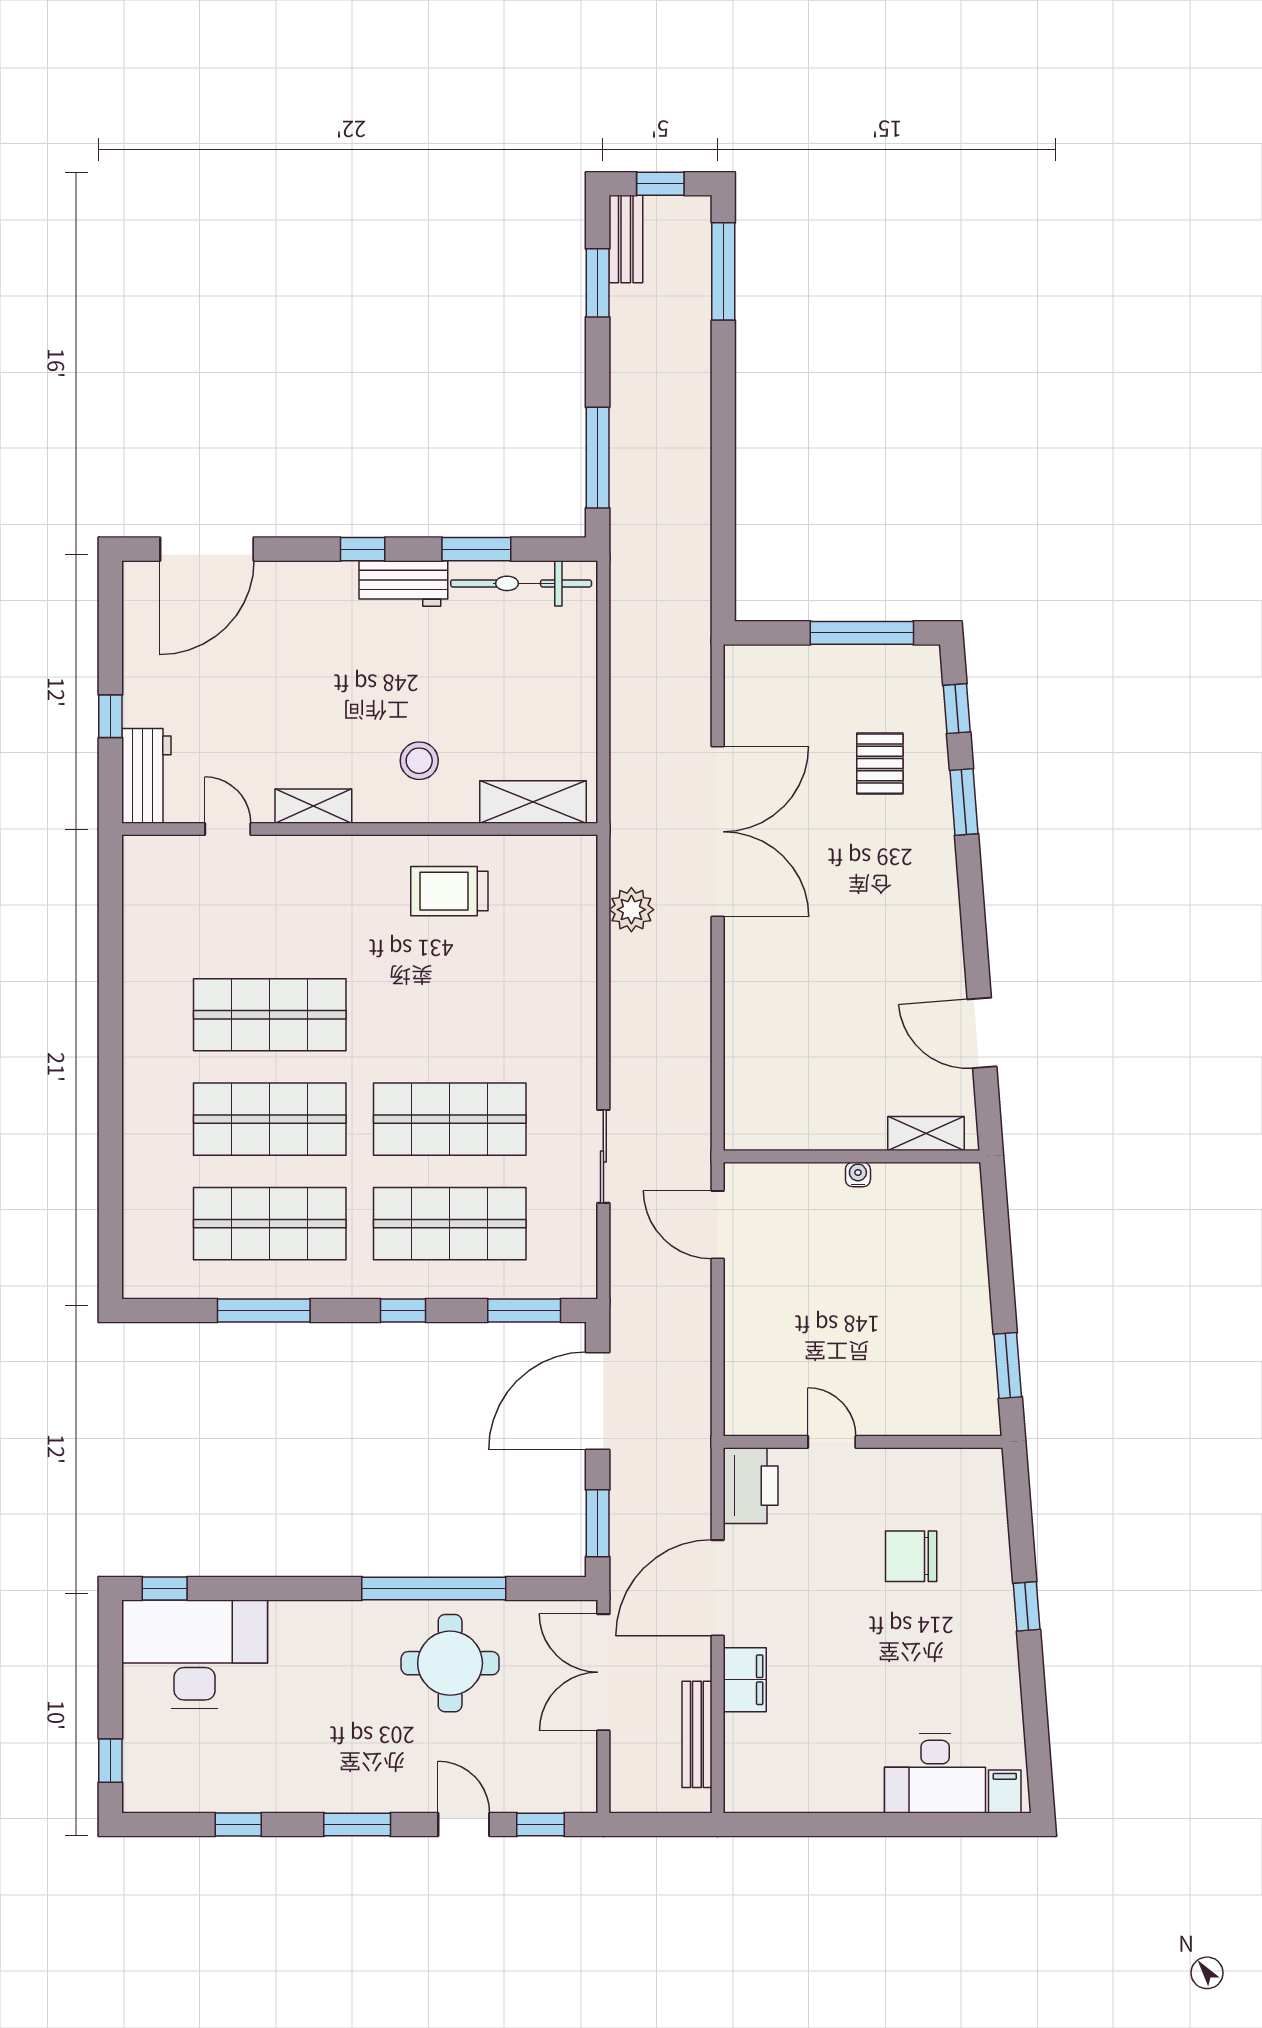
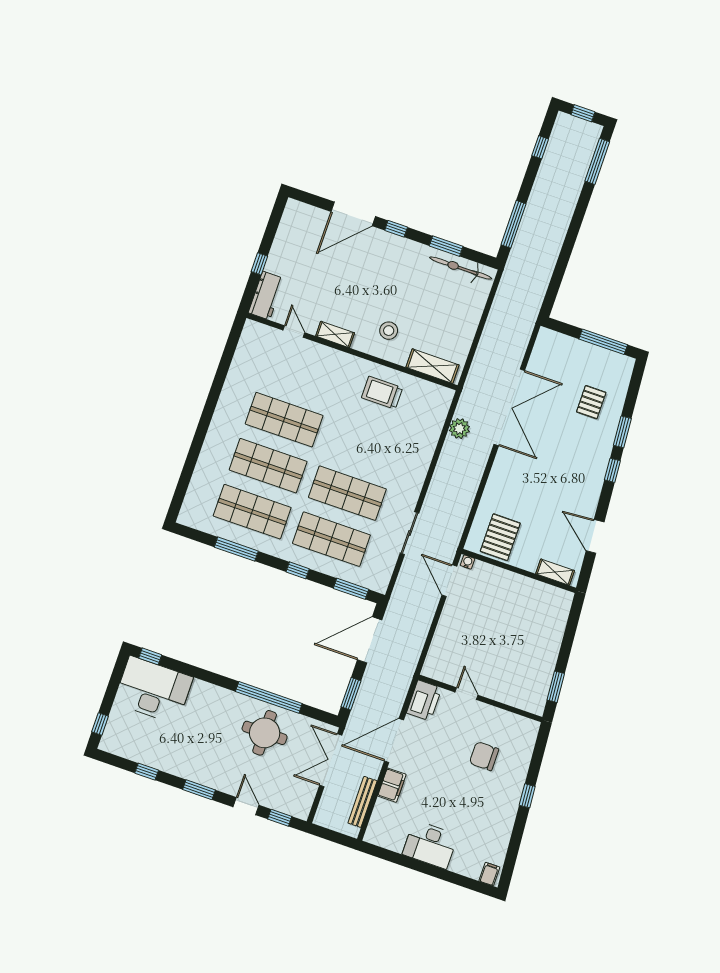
bench: (626, 239) -> (559, 132), removed
window: (598, 283) -> (540, 147), width x0.67
door: (207, 549) -> (353, 214), moved
workbench: (403, 583) -> (409, 250), removed
window: (957, 709) -> (612, 470), moved
pallet: (790, 1101) -> (500, 537), added
water cooler: (858, 1174) -> (468, 562), moved
desk: (935, 1773) -> (430, 845), moved

